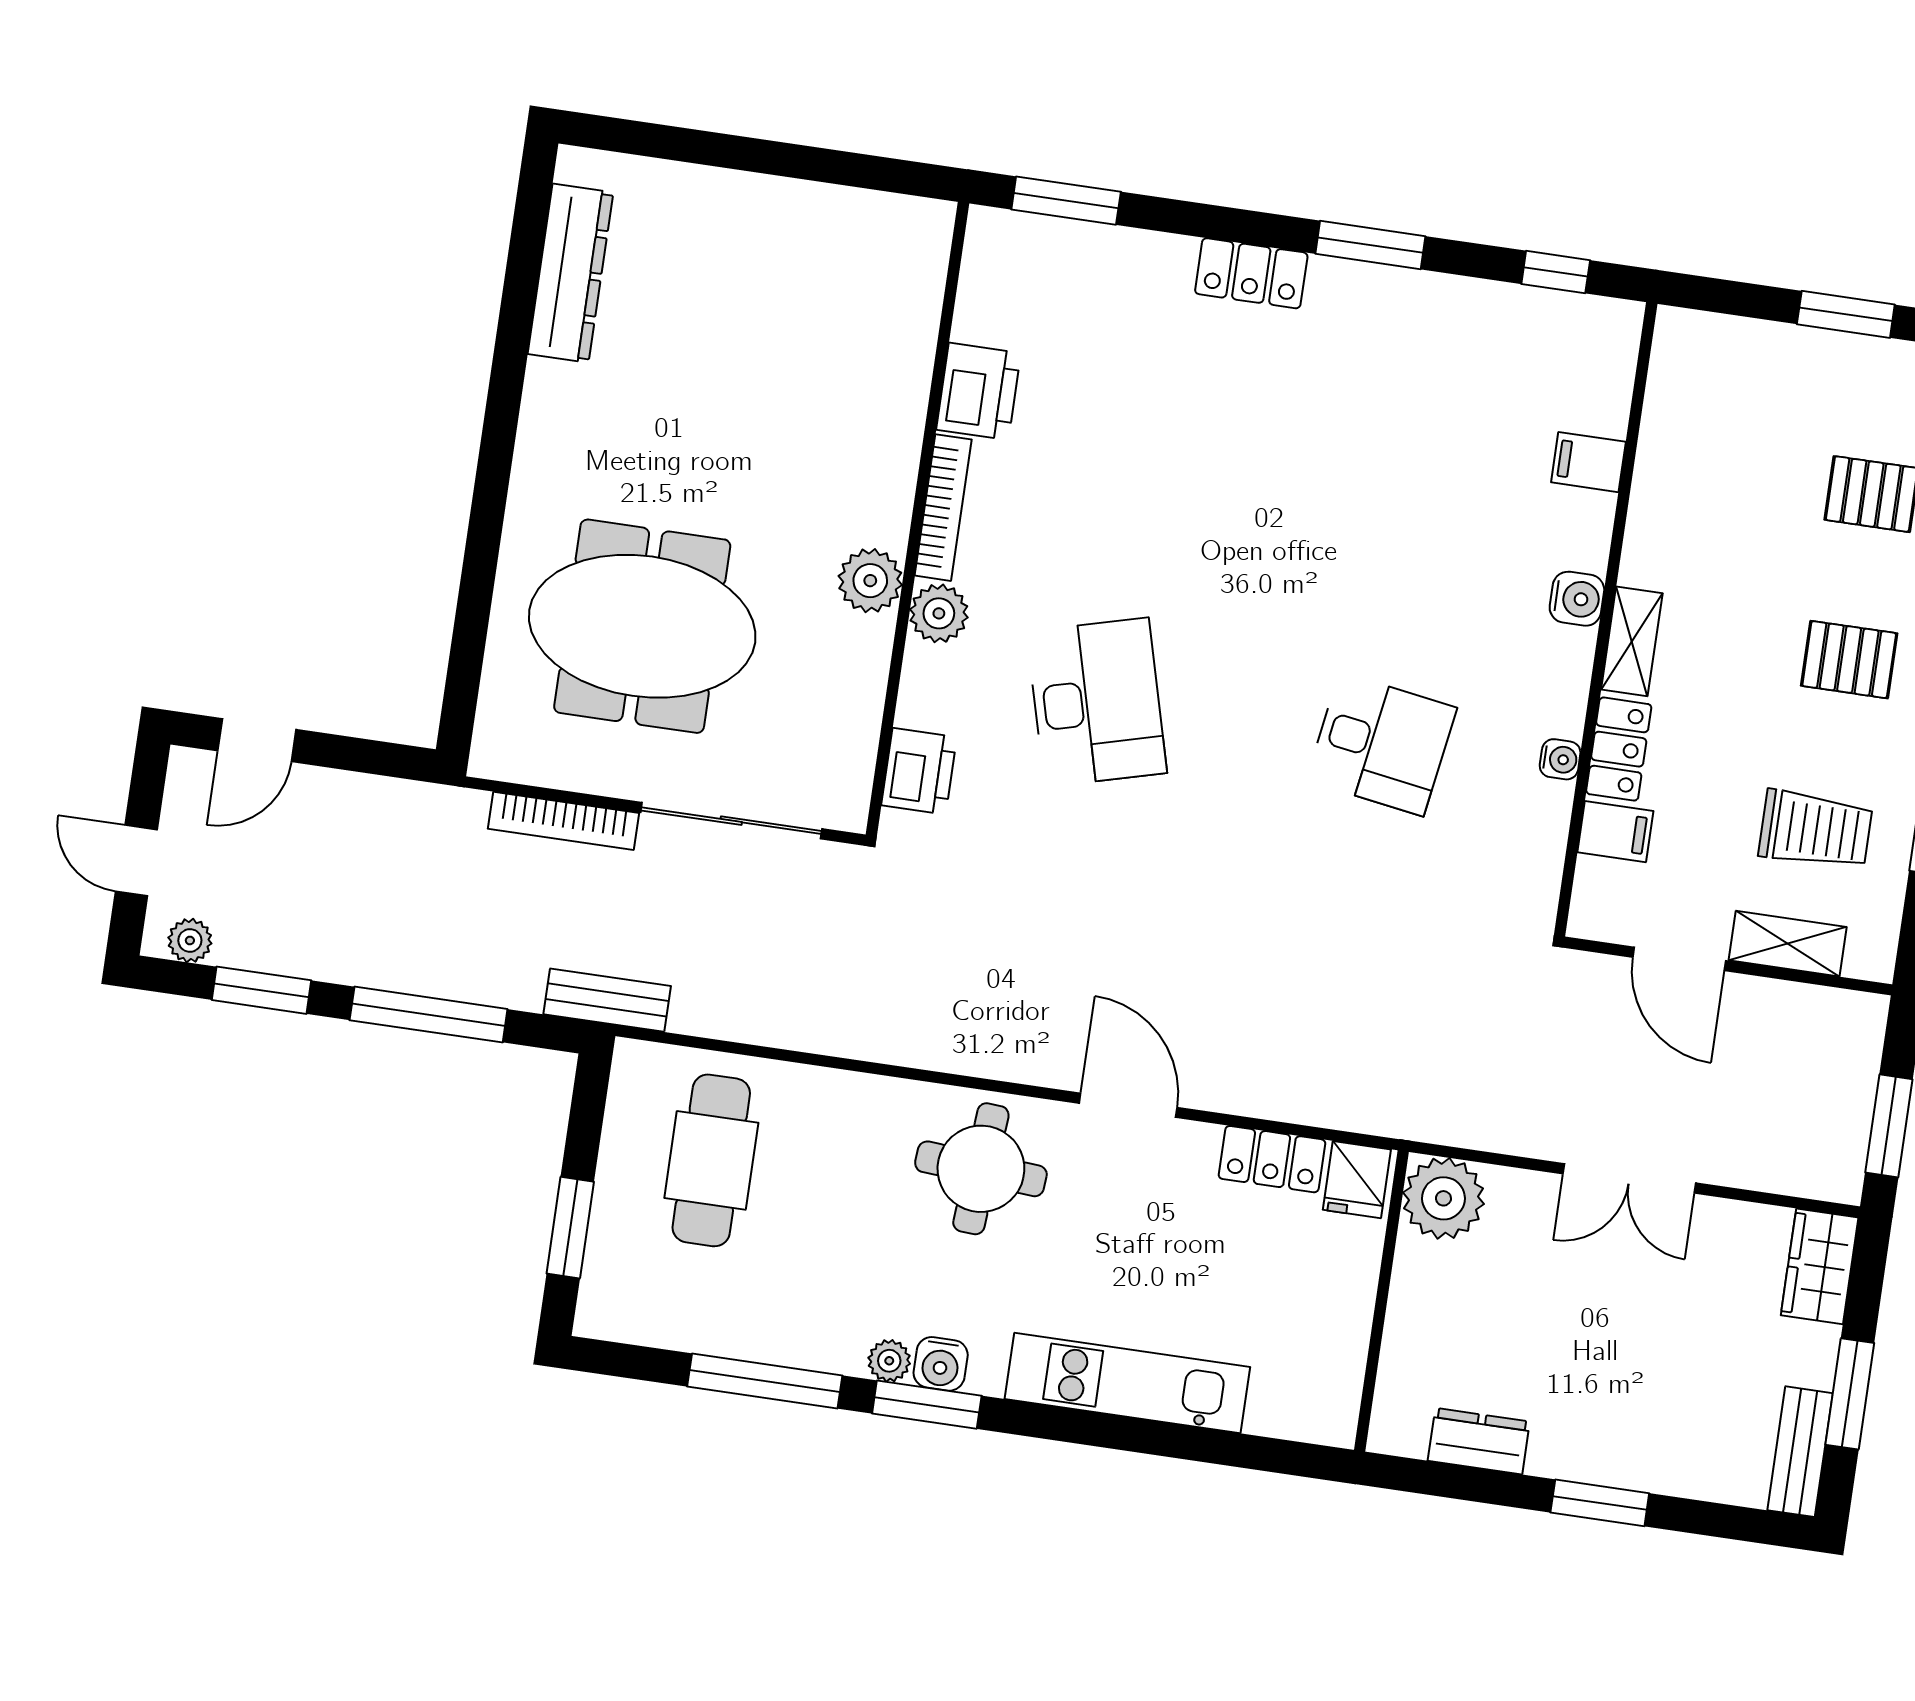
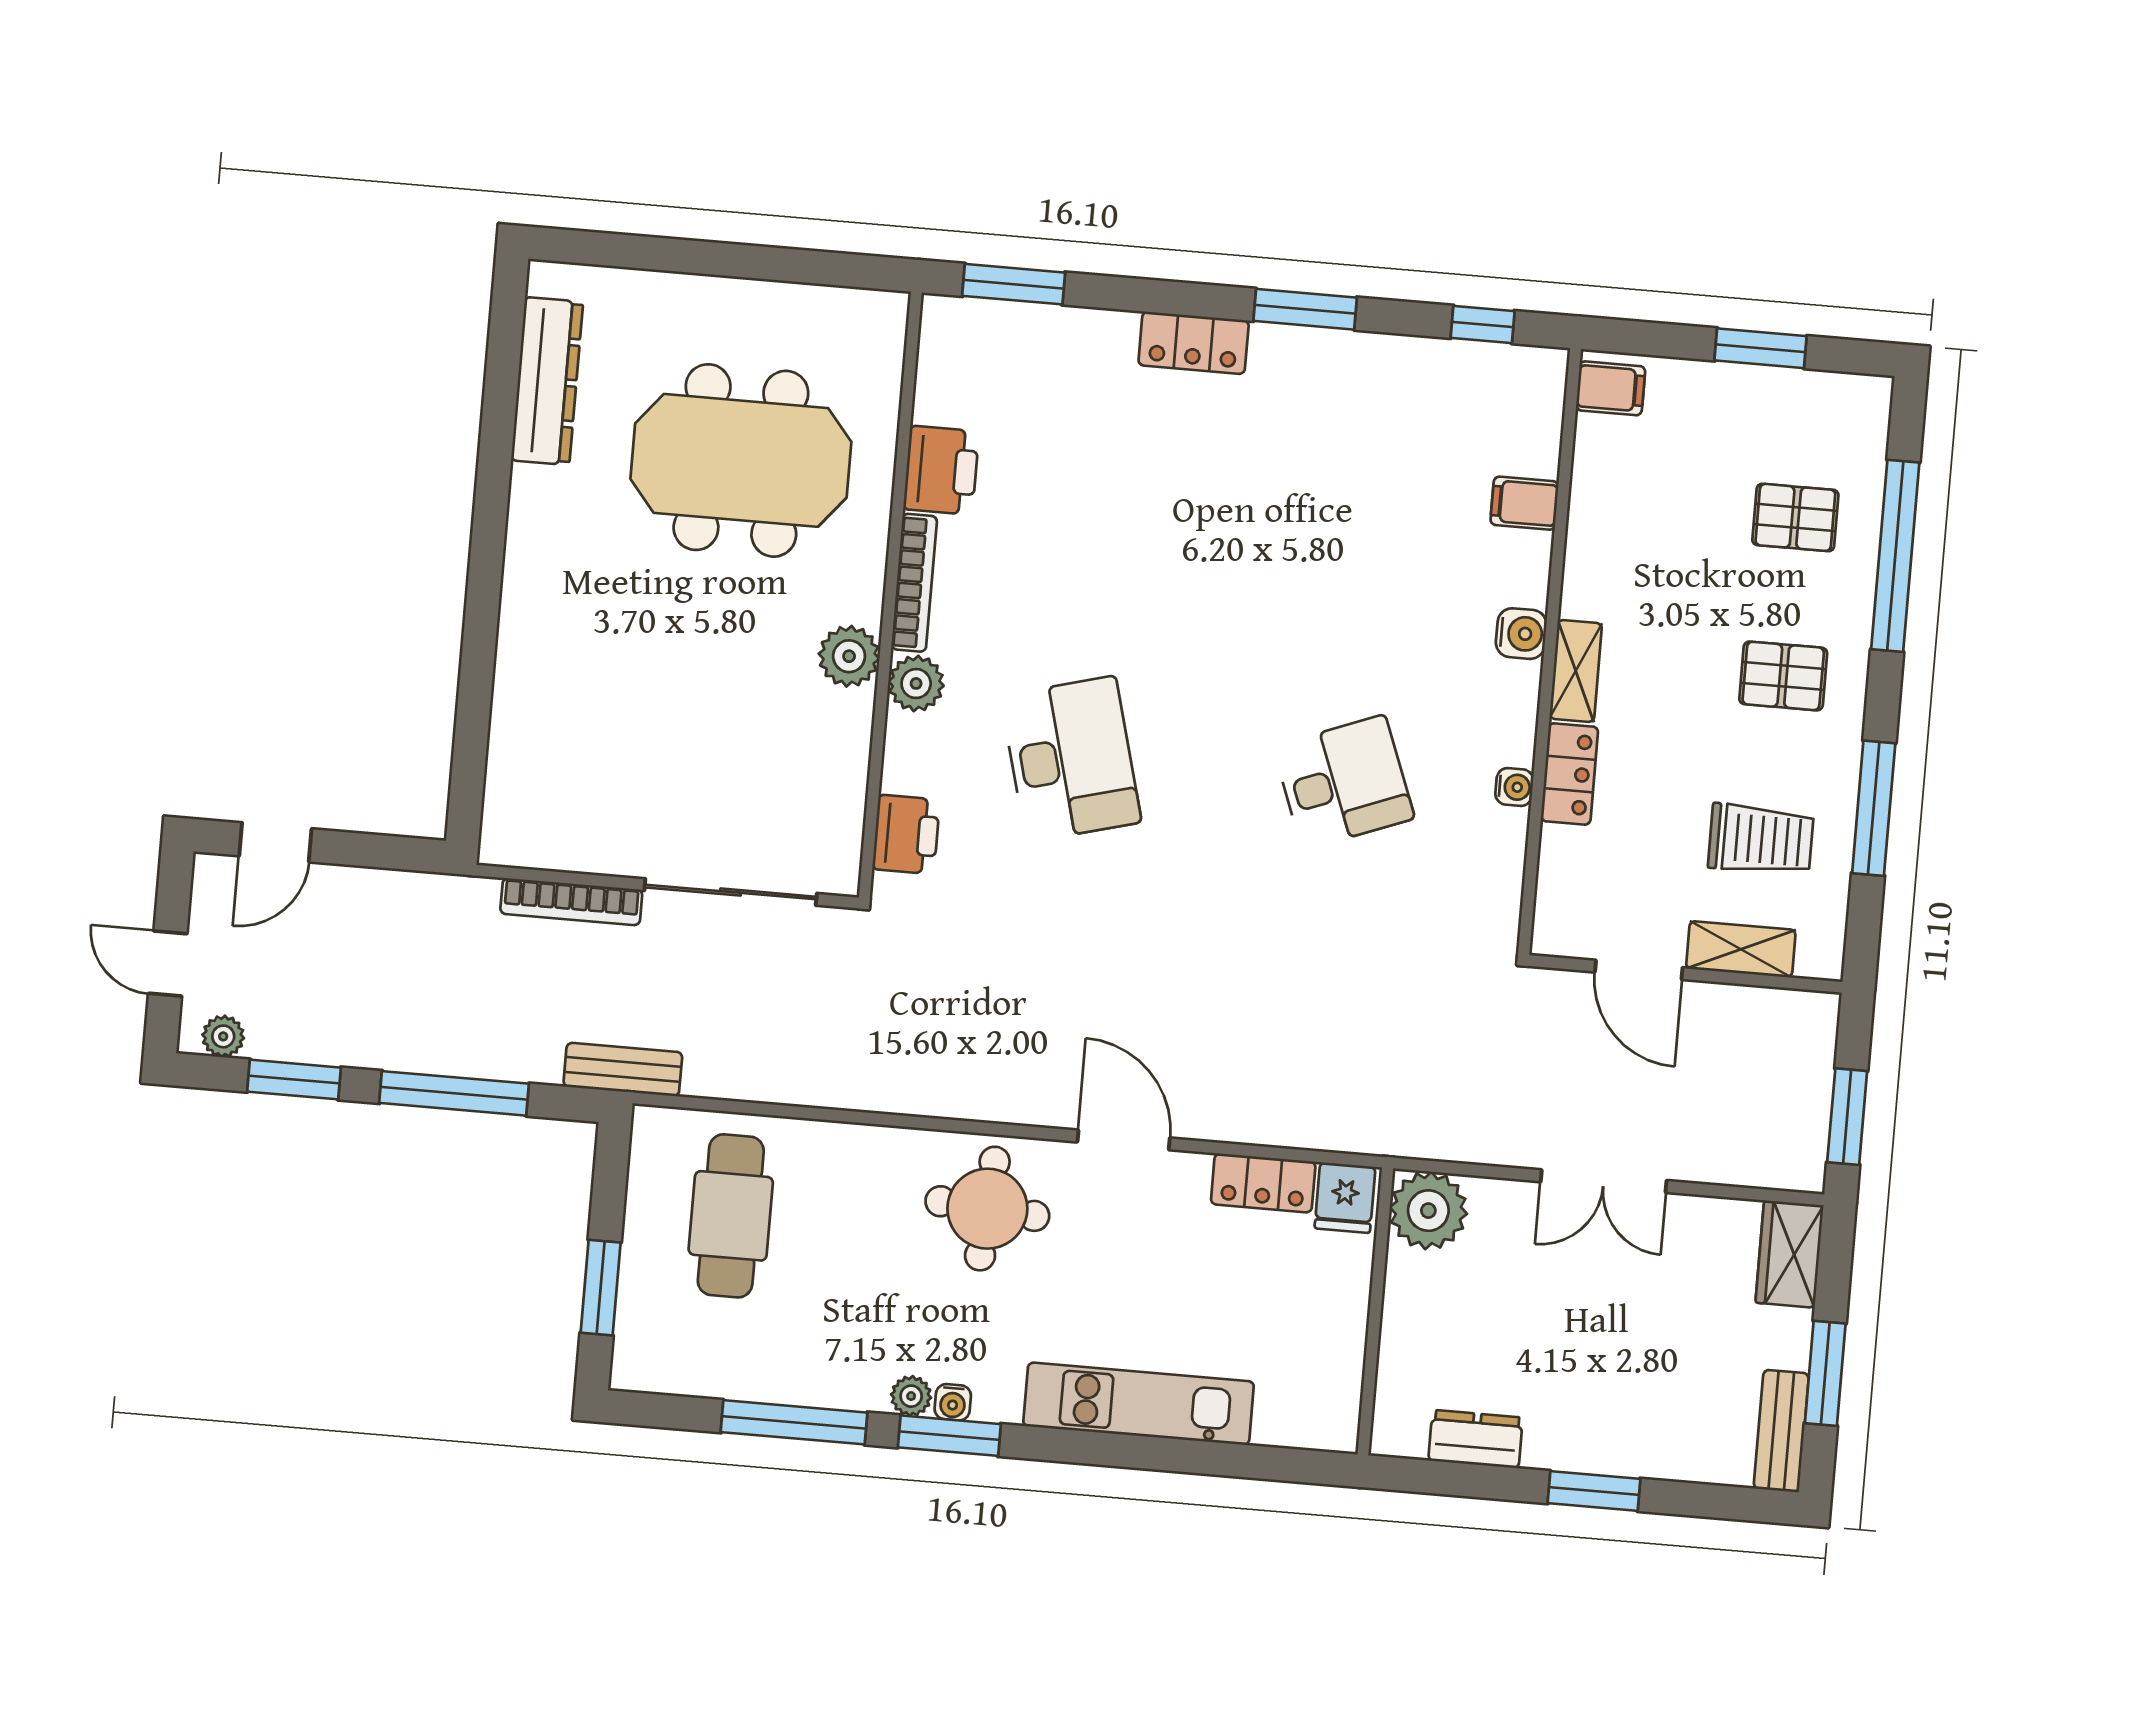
meeting table: (642, 626) -> (741, 460), moved
desk: (1381, 744) -> (1344, 782), turned -30
filing cabinet: (1615, 832) -> (1611, 388), moved
water cooler: (941, 1364) -> (953, 1402), width x0.72, depth x0.72

